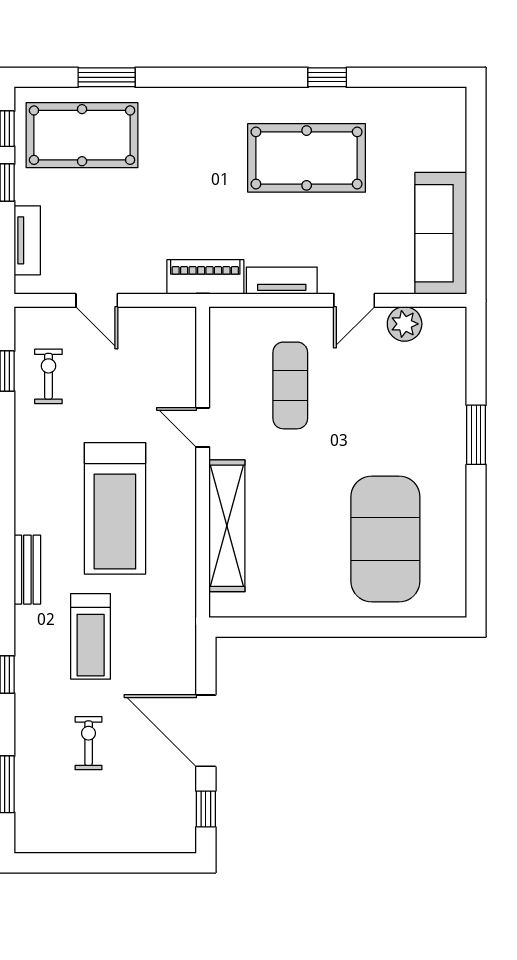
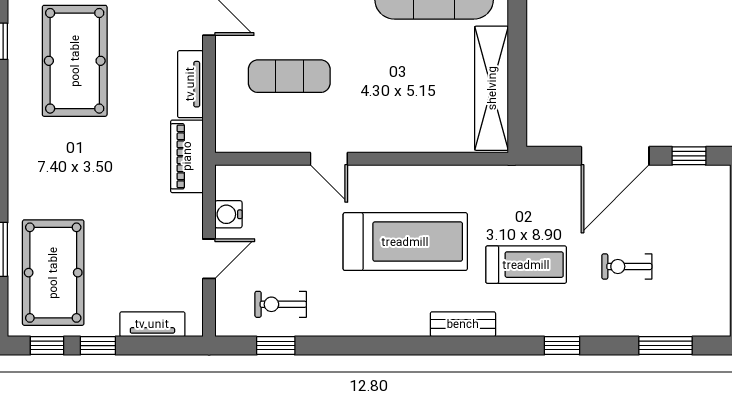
water cooler: (144, 321) -> (228, 214), added
door: (203, 427) -> (329, 159), hinge flipped
shelving: (227, 526) -> (492, 88), moved, turned 90

